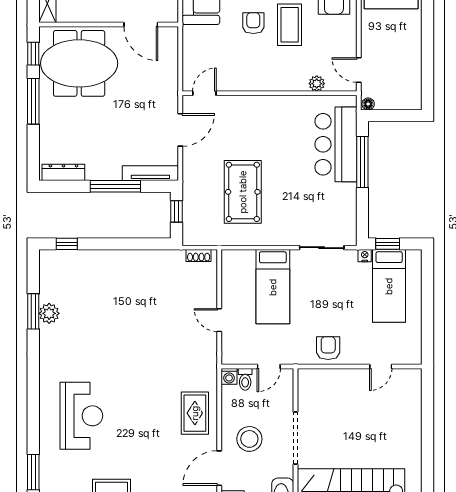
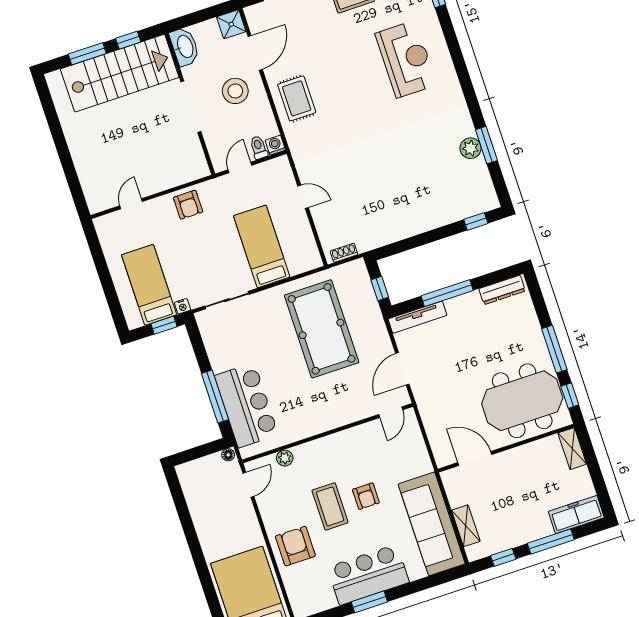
door: (359, 70) -> (248, 485), hinge flipped
pool table: (243, 192) -> (322, 329), width x1.36, depth x1.32
reception desk: (81, 416) -> (406, 59), turned 180

